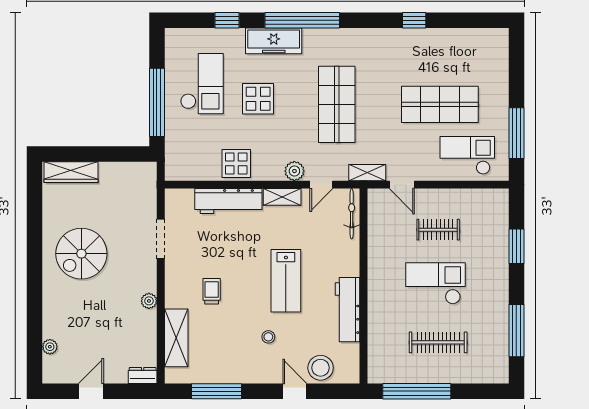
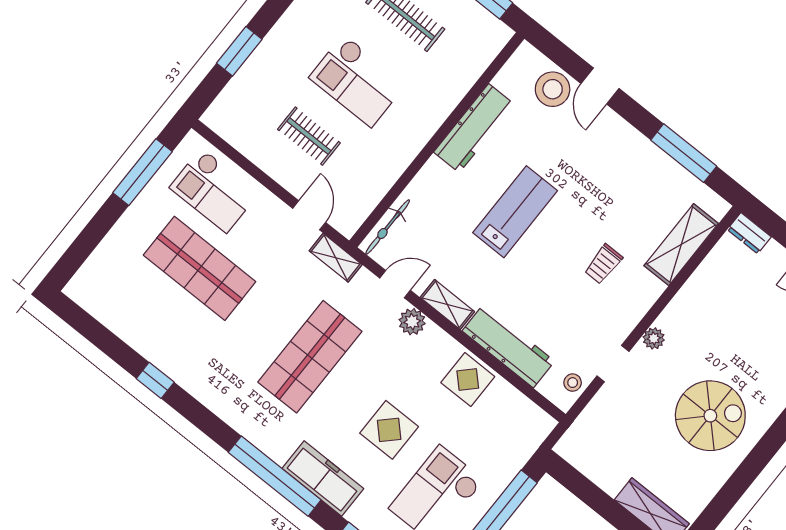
doorway: (161, 239) -> (613, 364), width x0.73
plant: (149, 301) -> (654, 338), moved
stool: (268, 337) -> (573, 383), moved

